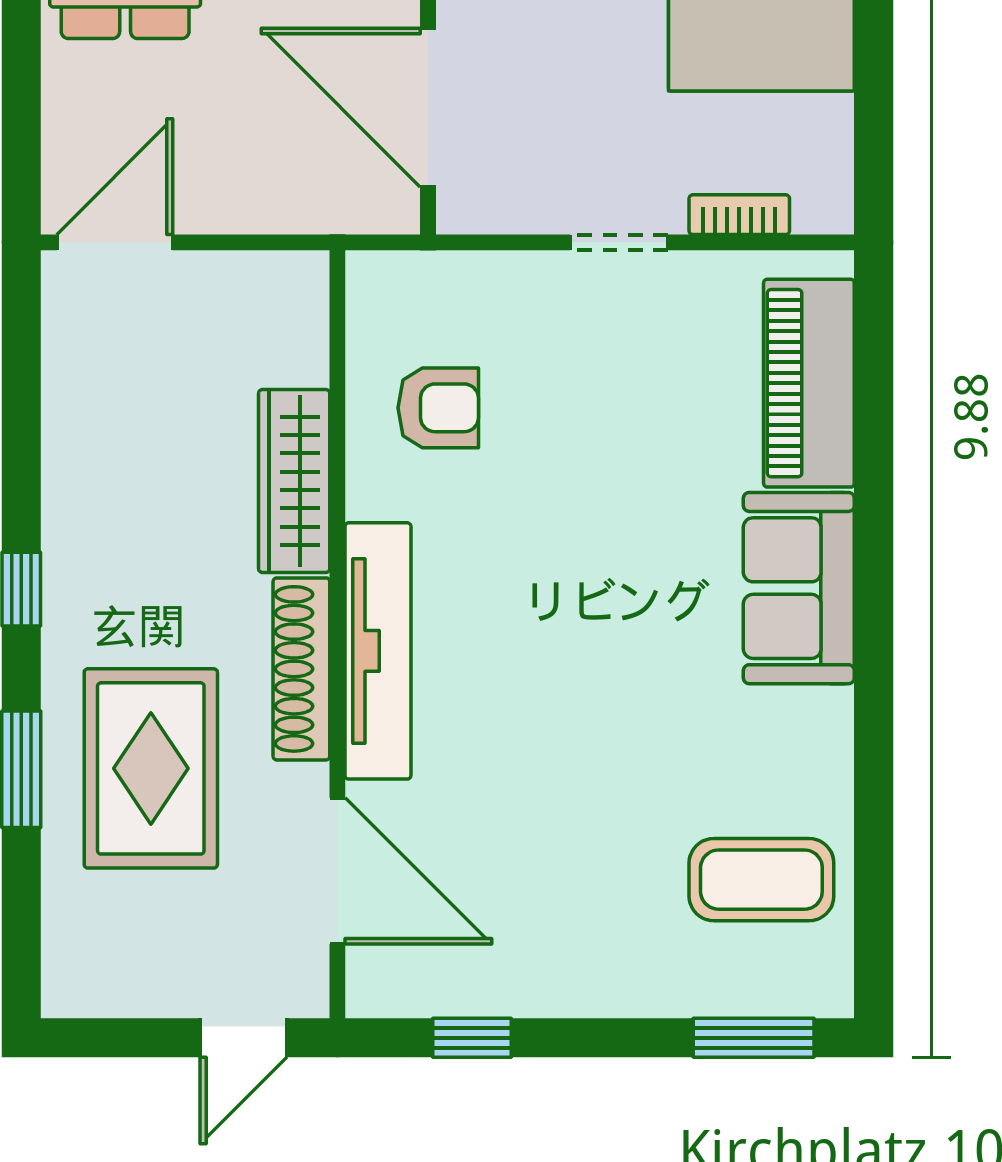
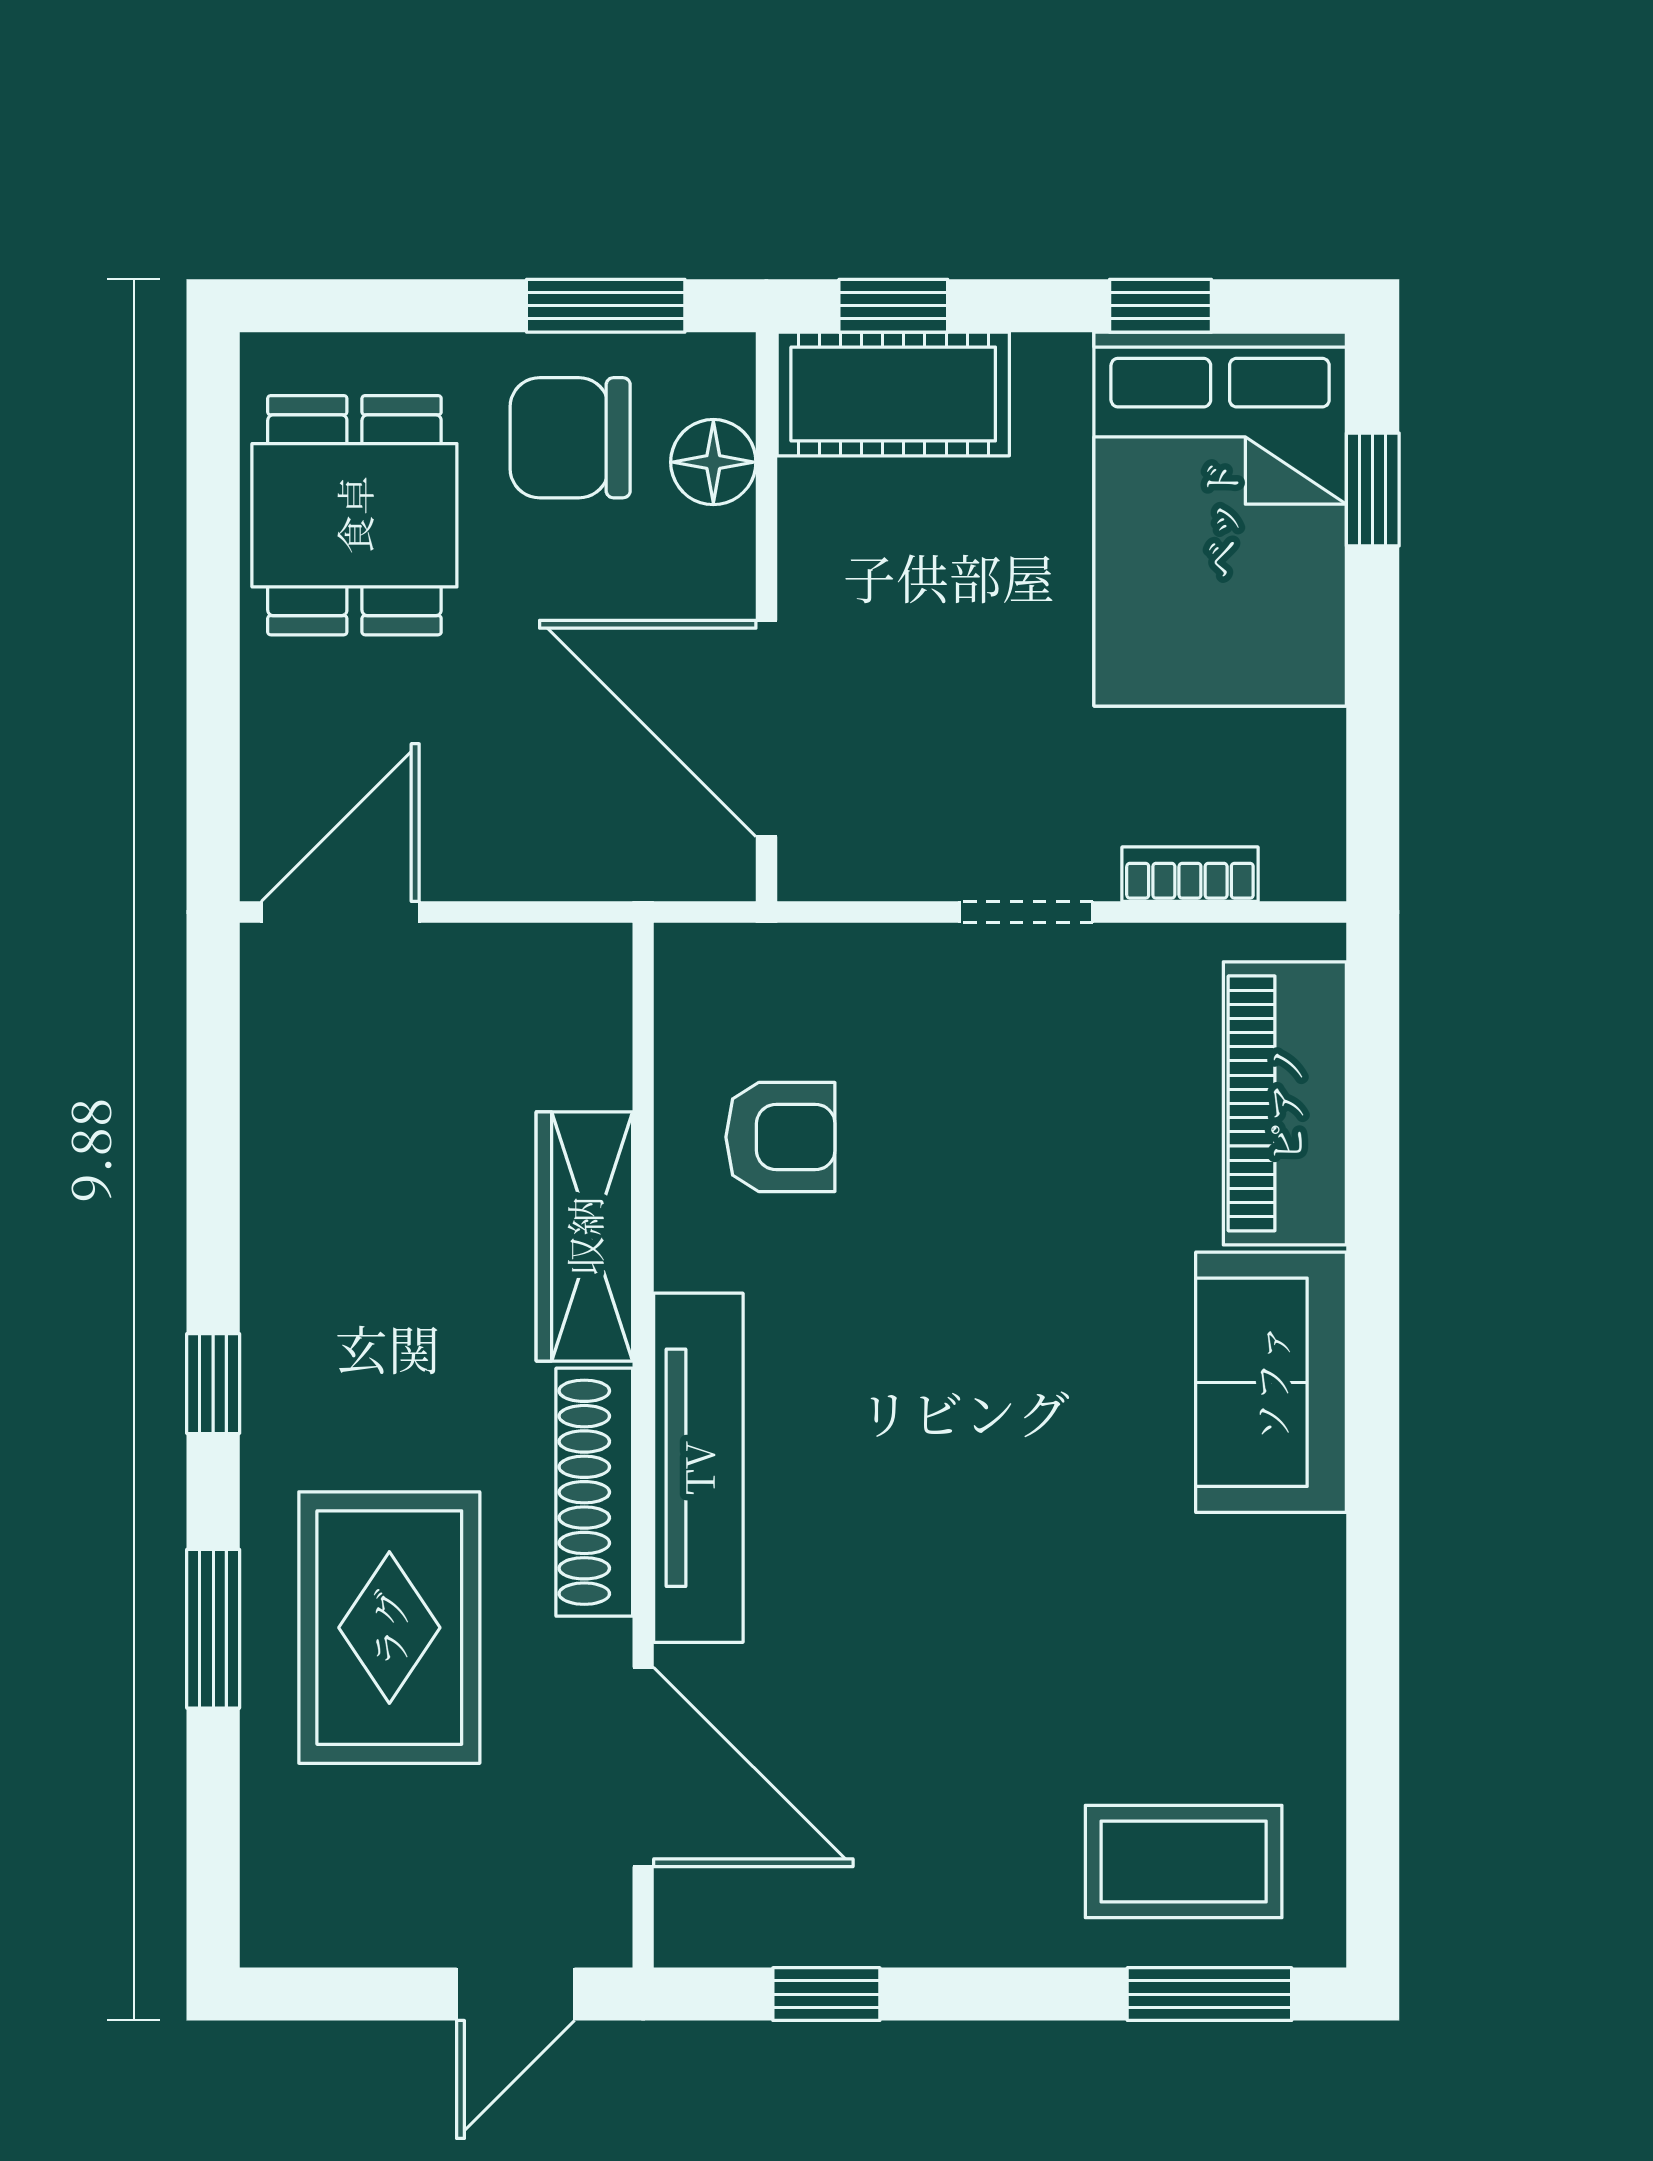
coffee table: (761, 880) -> (1184, 1861), moved

